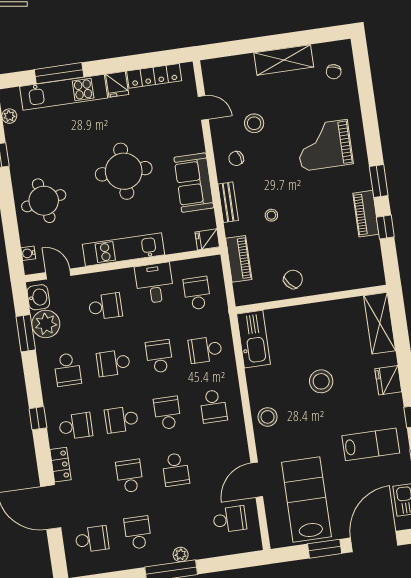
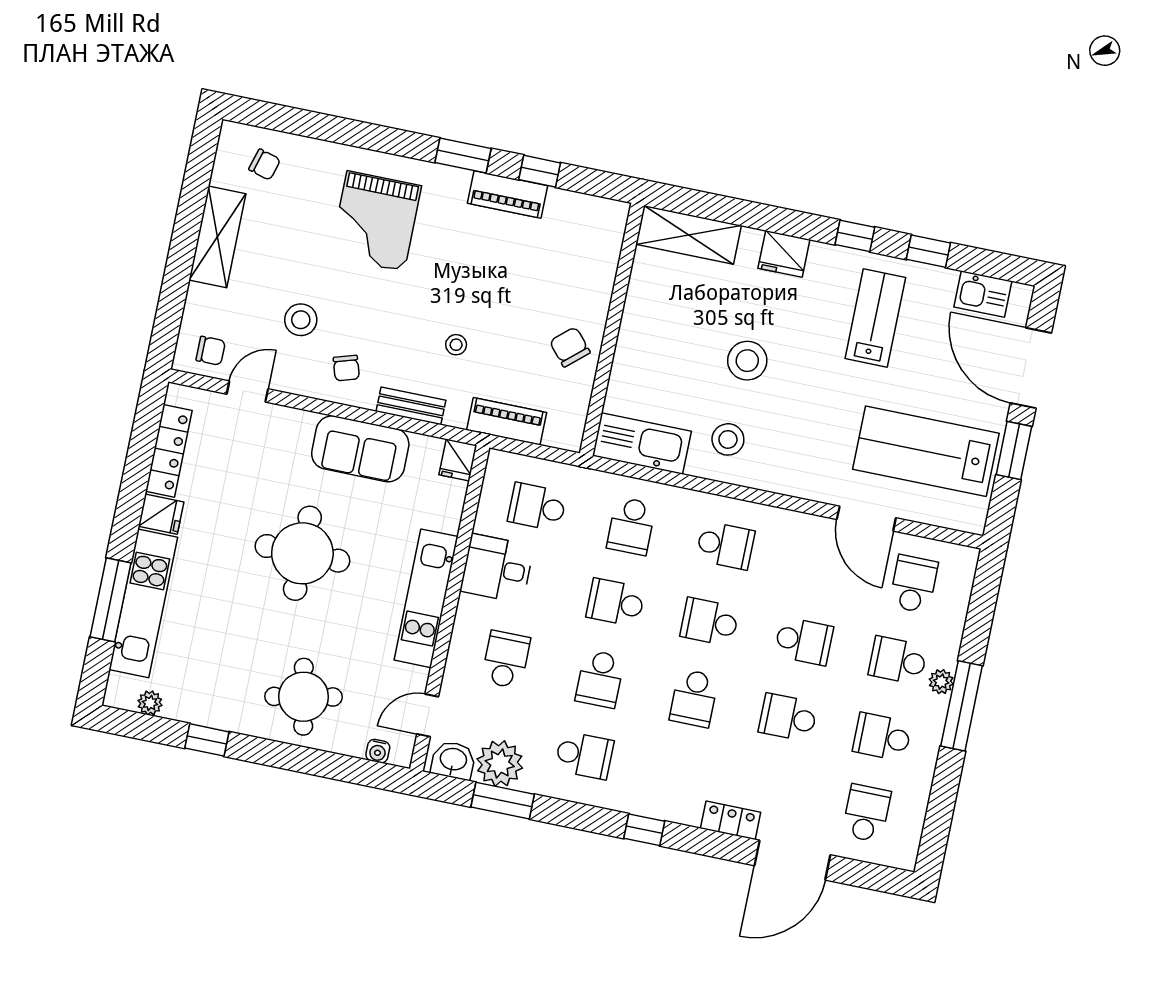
chair: (219, 79) -> (211, 351), added
stool: (268, 417) -> (728, 439), moved
school desk: (76, 426) -> (898, 660), moved, turned -90

